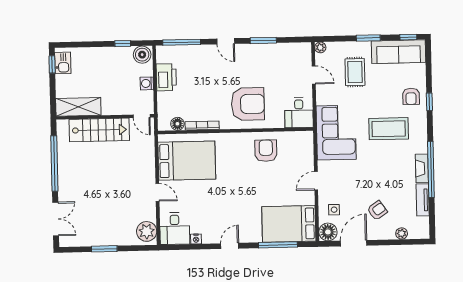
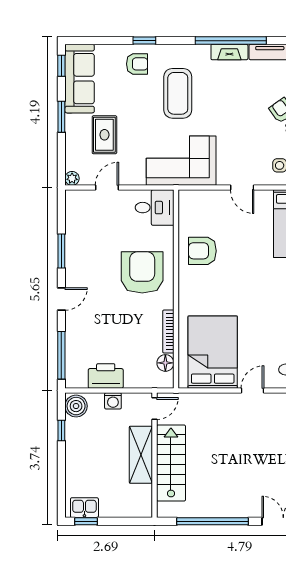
rug: (355, 72) -> (104, 135), turned 90
shelving: (78, 107) -> (141, 455), moved

